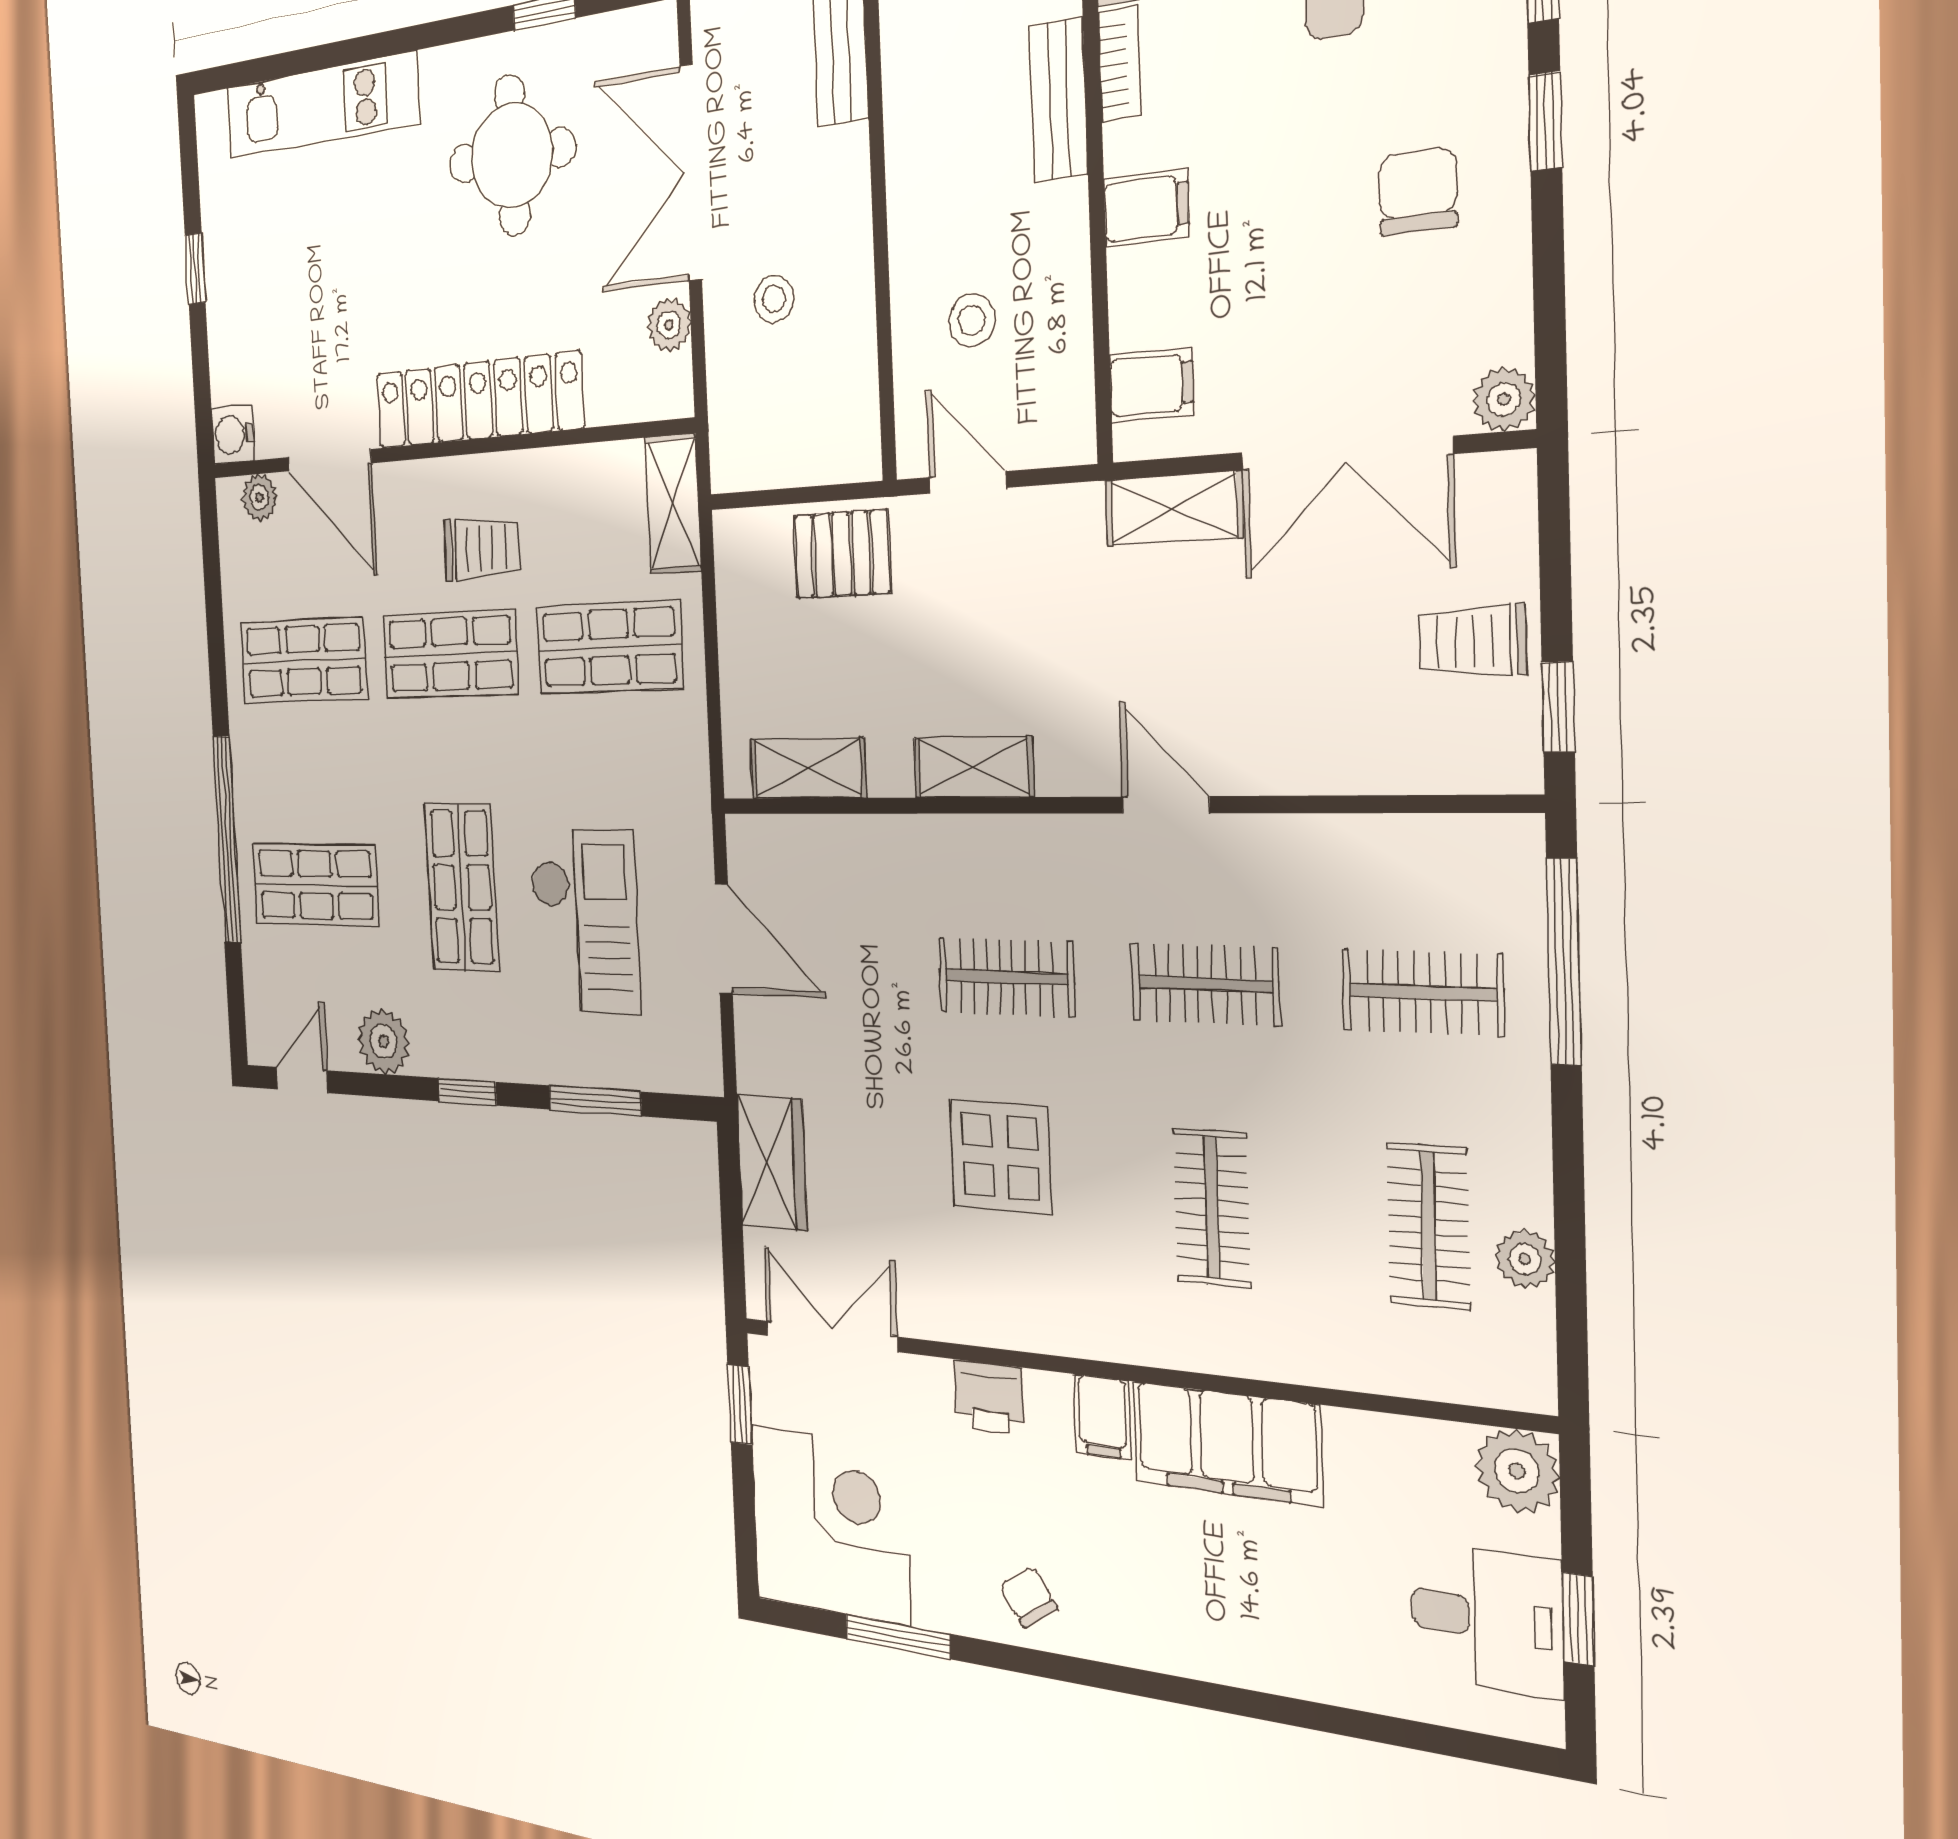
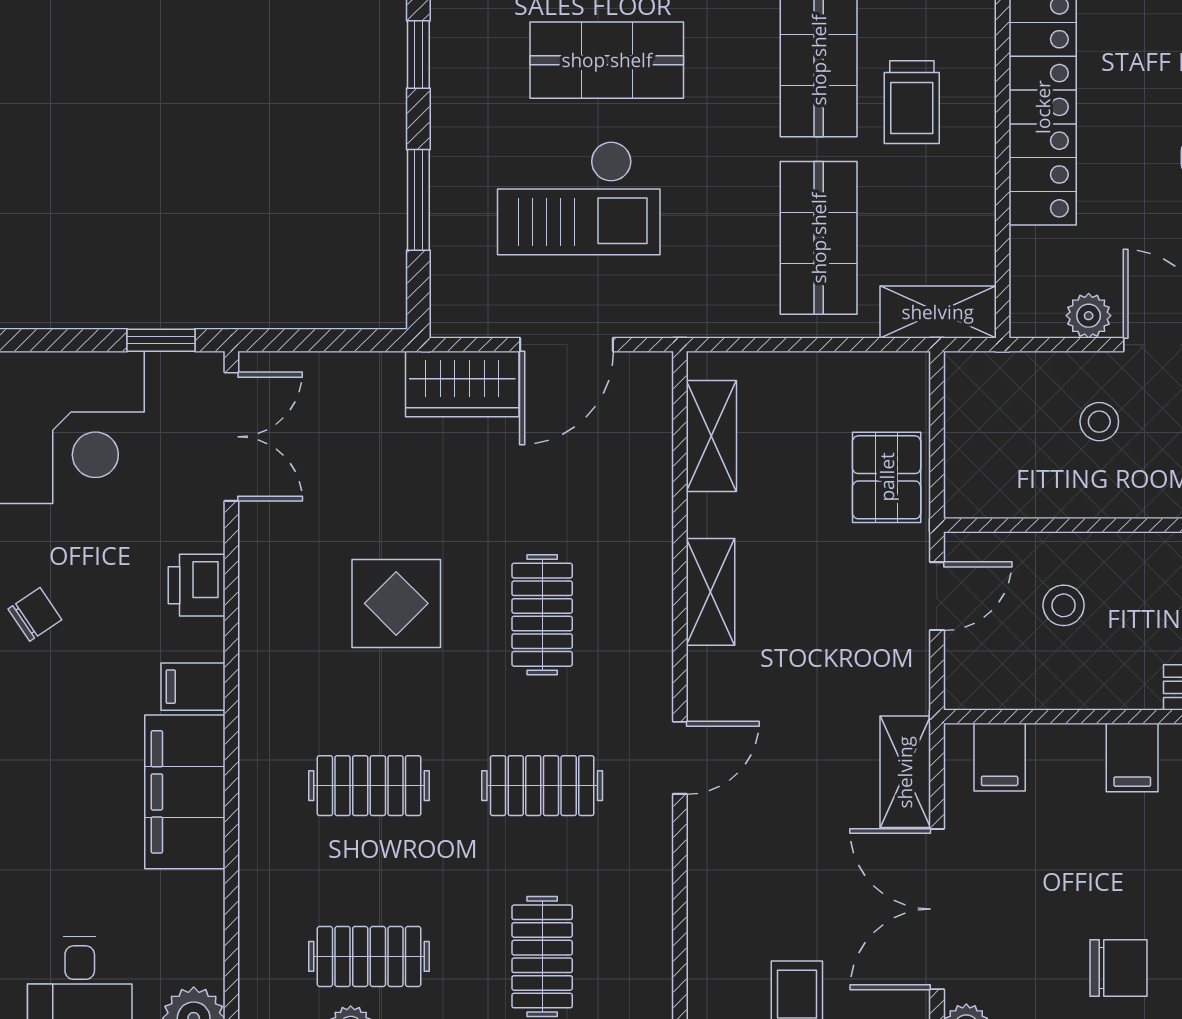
clothes rail: (1205, 984) -> (542, 786), turned 90
wardrobe: (772, 1162) -> (462, 384), moved

